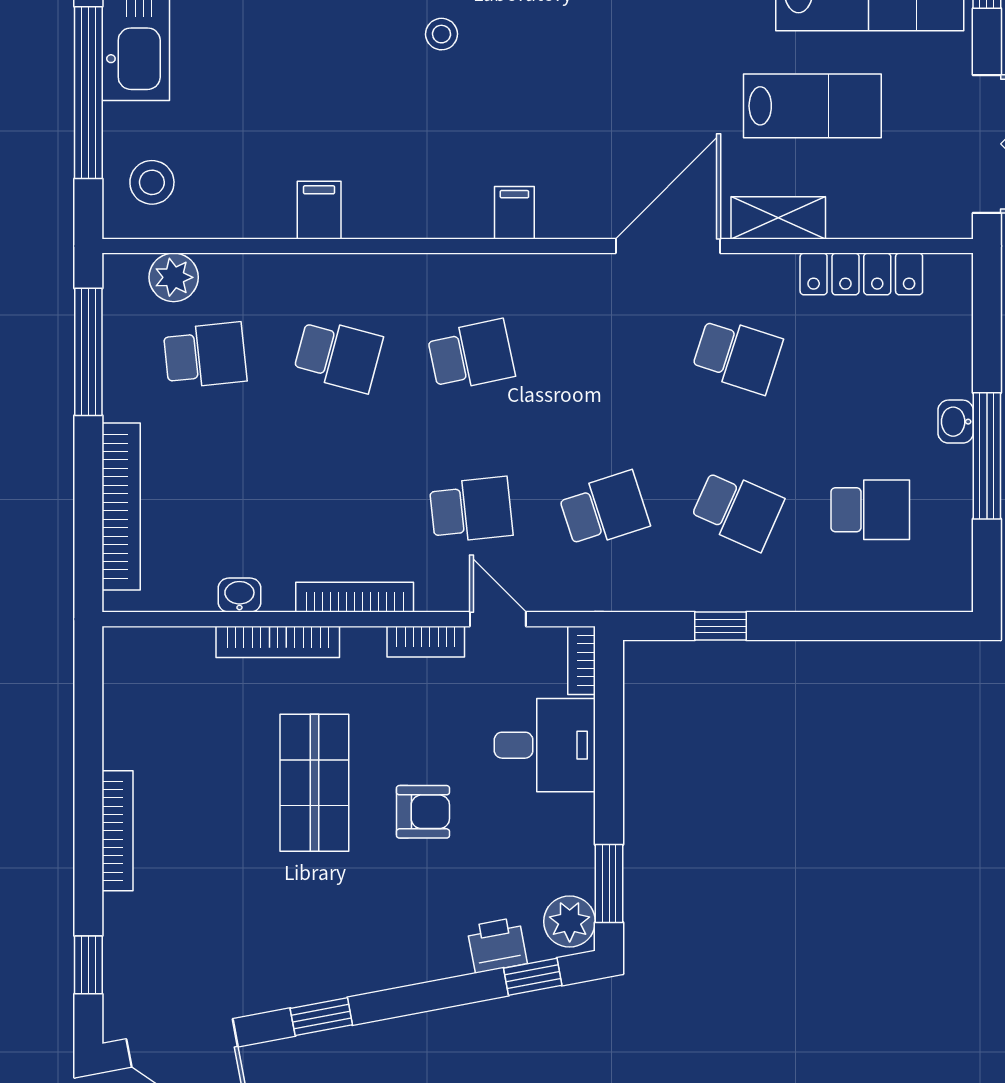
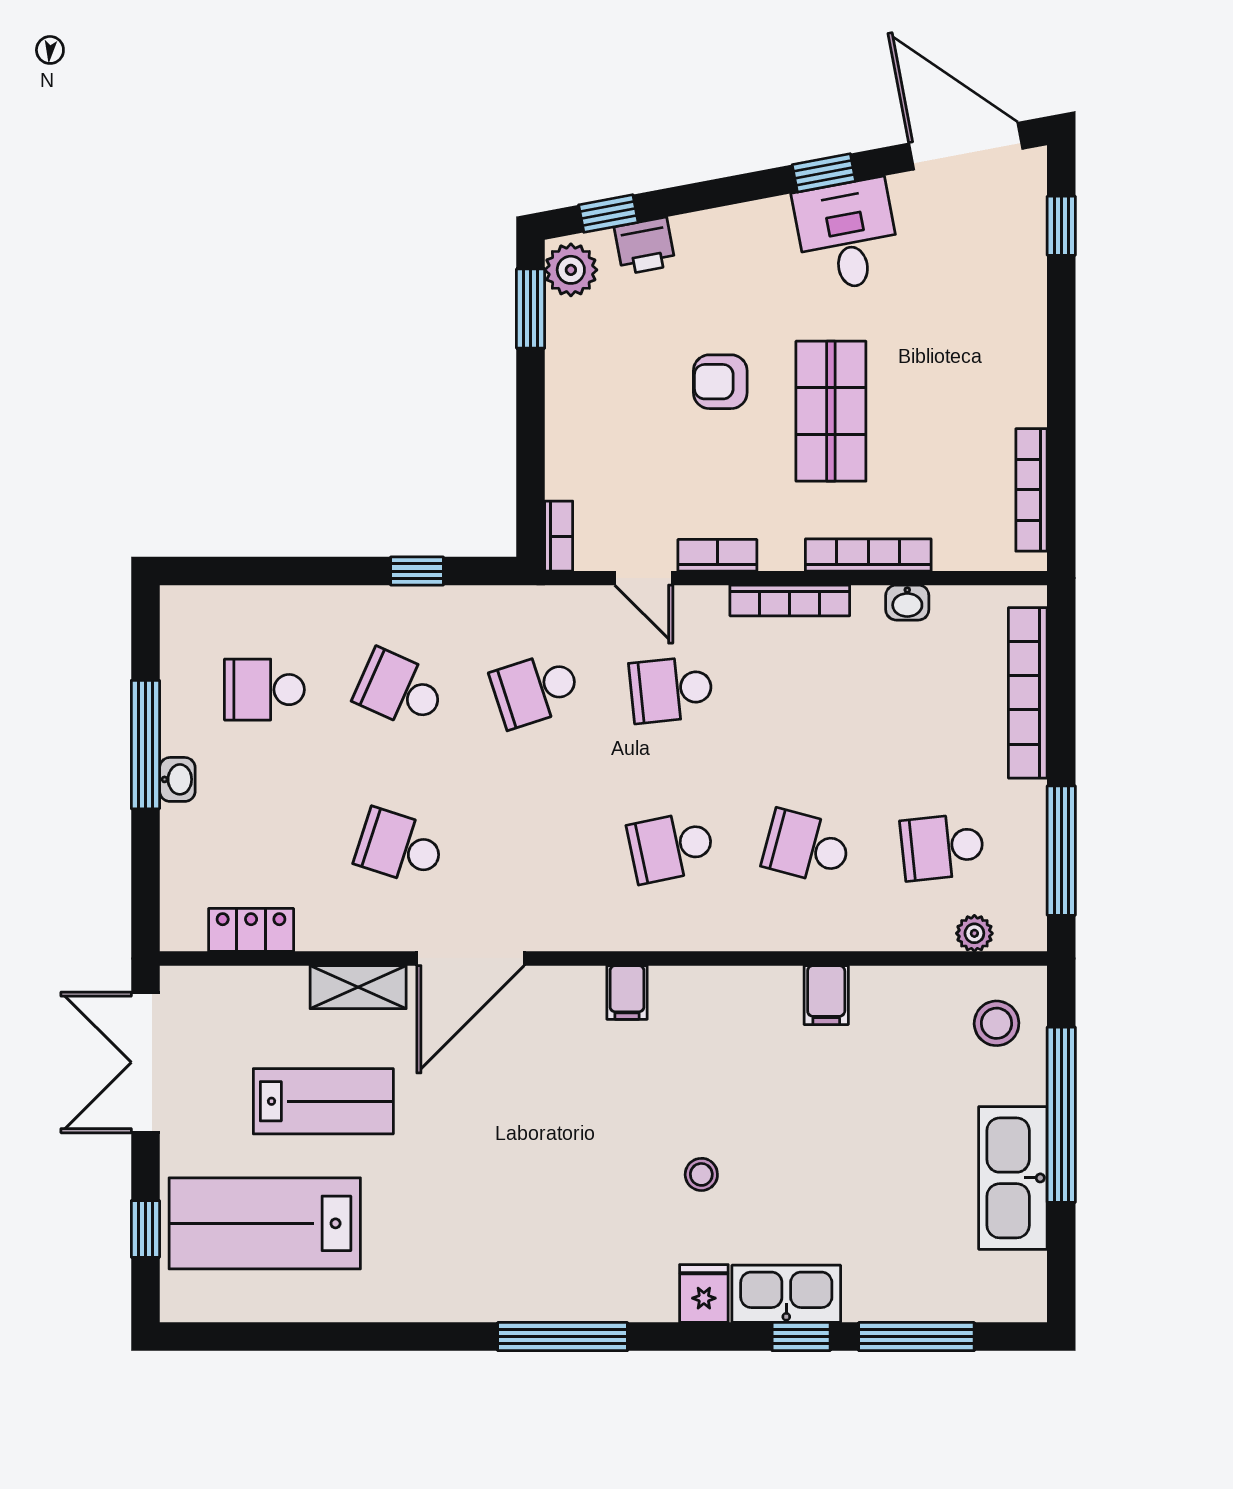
lab bench: (812, 106) -> (323, 1101), turned 180
locker: (861, 274) -> (251, 930), width x0.66
plant: (174, 277) -> (974, 933), width x0.73, depth x0.73
desk: (545, 745) -> (847, 235), moved, turned 79
bookcase: (118, 831) -> (1031, 490), moved

